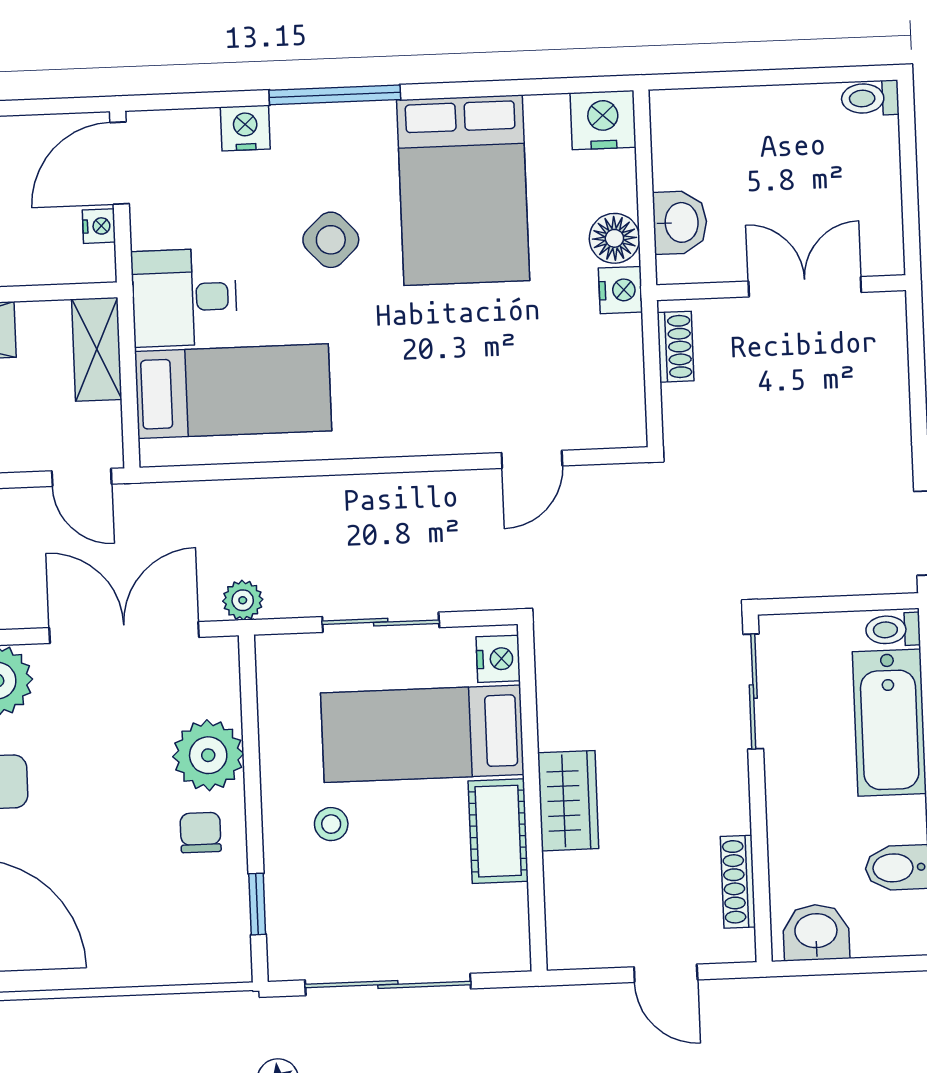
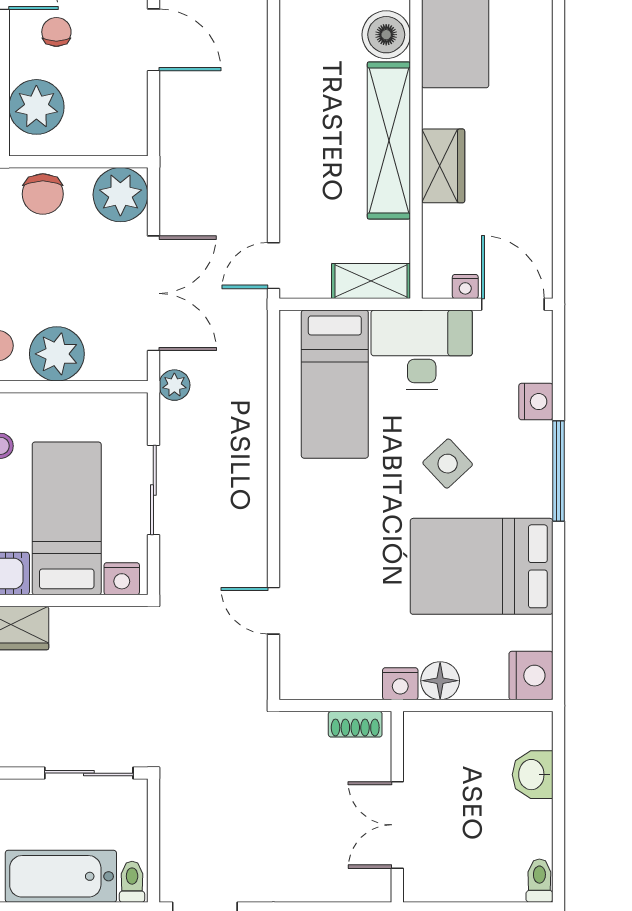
washbasin: (680, 223) -> (533, 775), moved, turned 90
double door: (805, 287) -> (397, 825), swing flipped
desk: (184, 297) -> (422, 350), width x1.37

